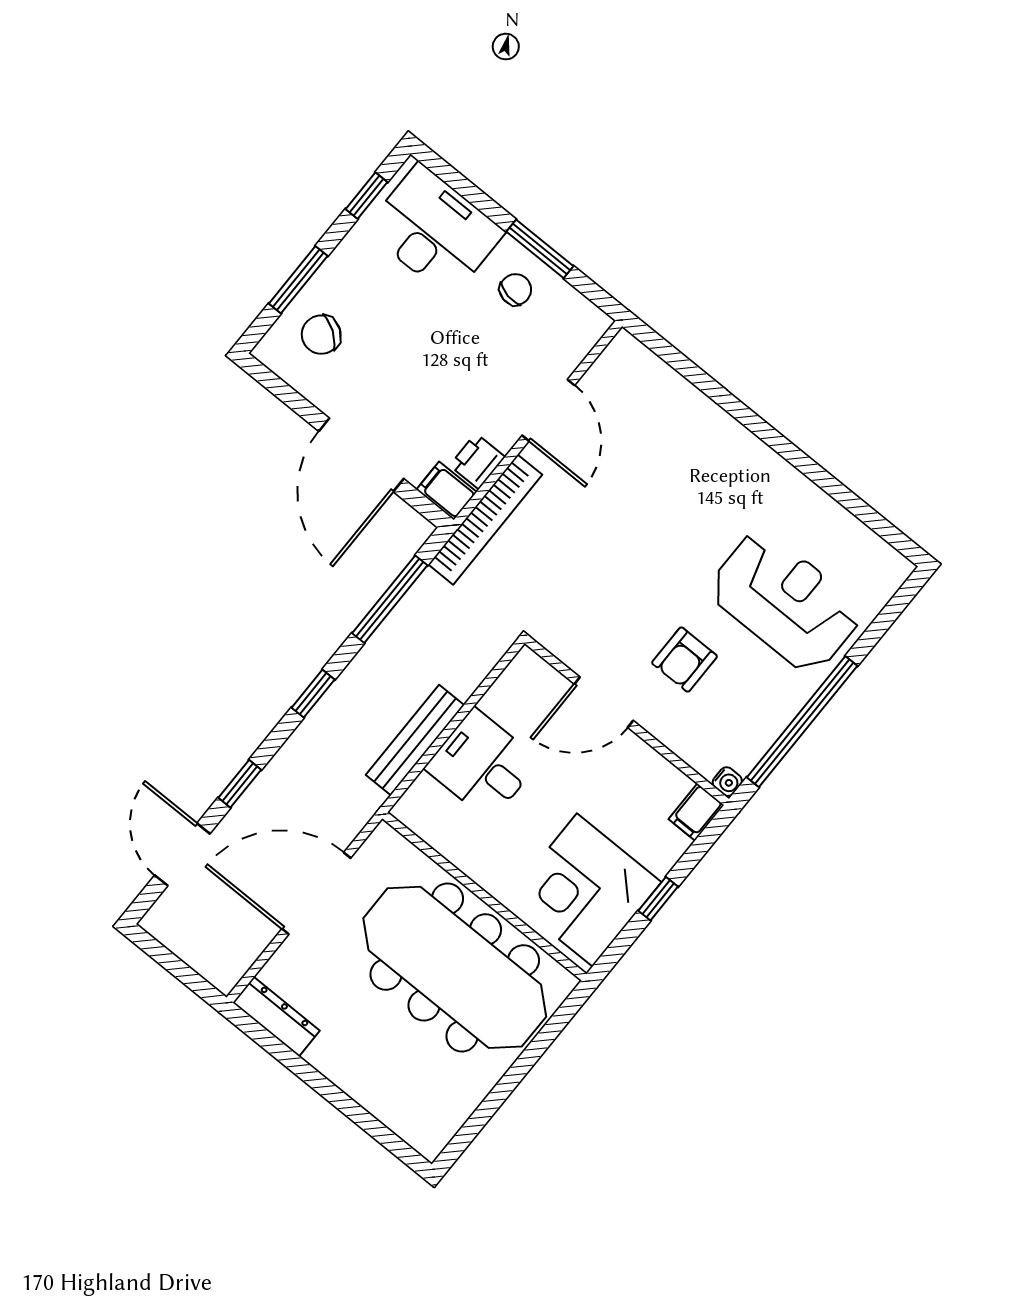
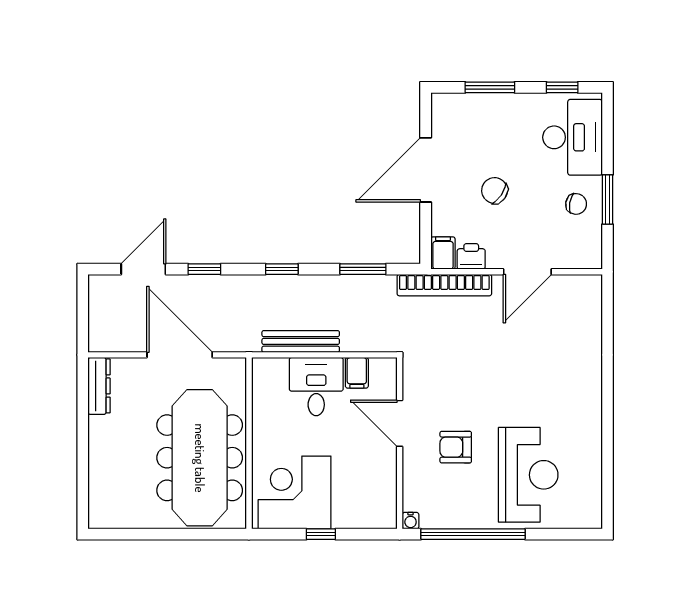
chair: (321, 335) -> (495, 190), moved
door: (361, 455) -> (426, 170), moved
window: (390, 599) -> (363, 269), width x0.69
filing cabinet: (696, 812) -> (357, 373), moved, turned -90

